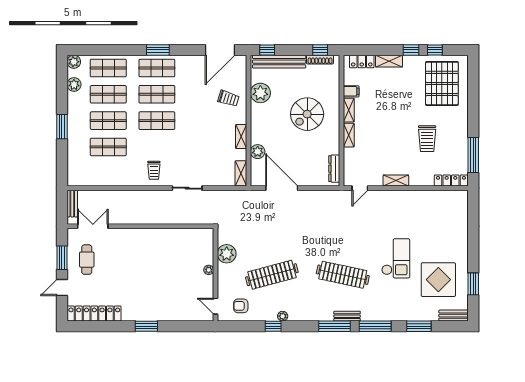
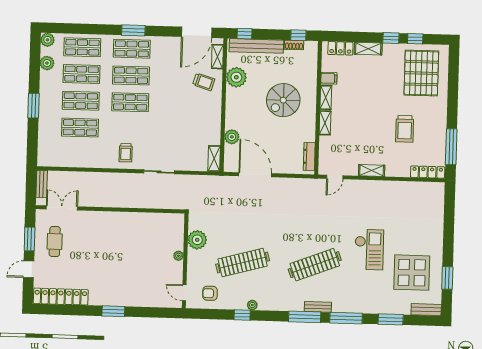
shoe rack: (320, 60) -> (294, 45), width x0.70
shelving: (241, 137) -> (217, 57), moved
clothes rail: (343, 275) -> (315, 265), turned -33

